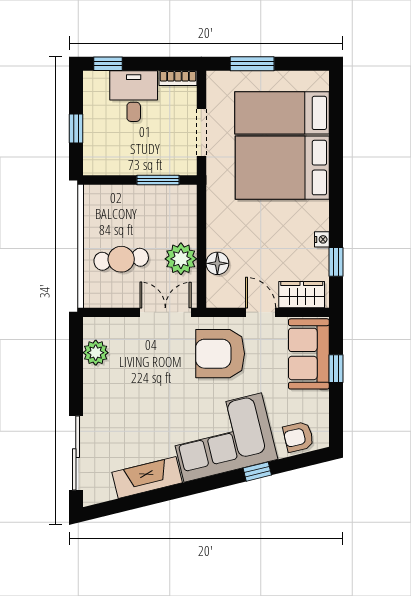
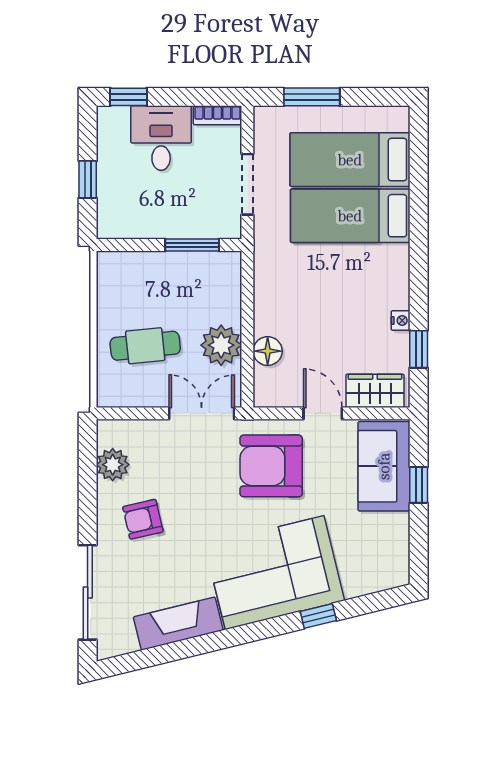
bed: (282, 168) -> (350, 216), width x0.67
armchair: (298, 437) -> (143, 519), moved

